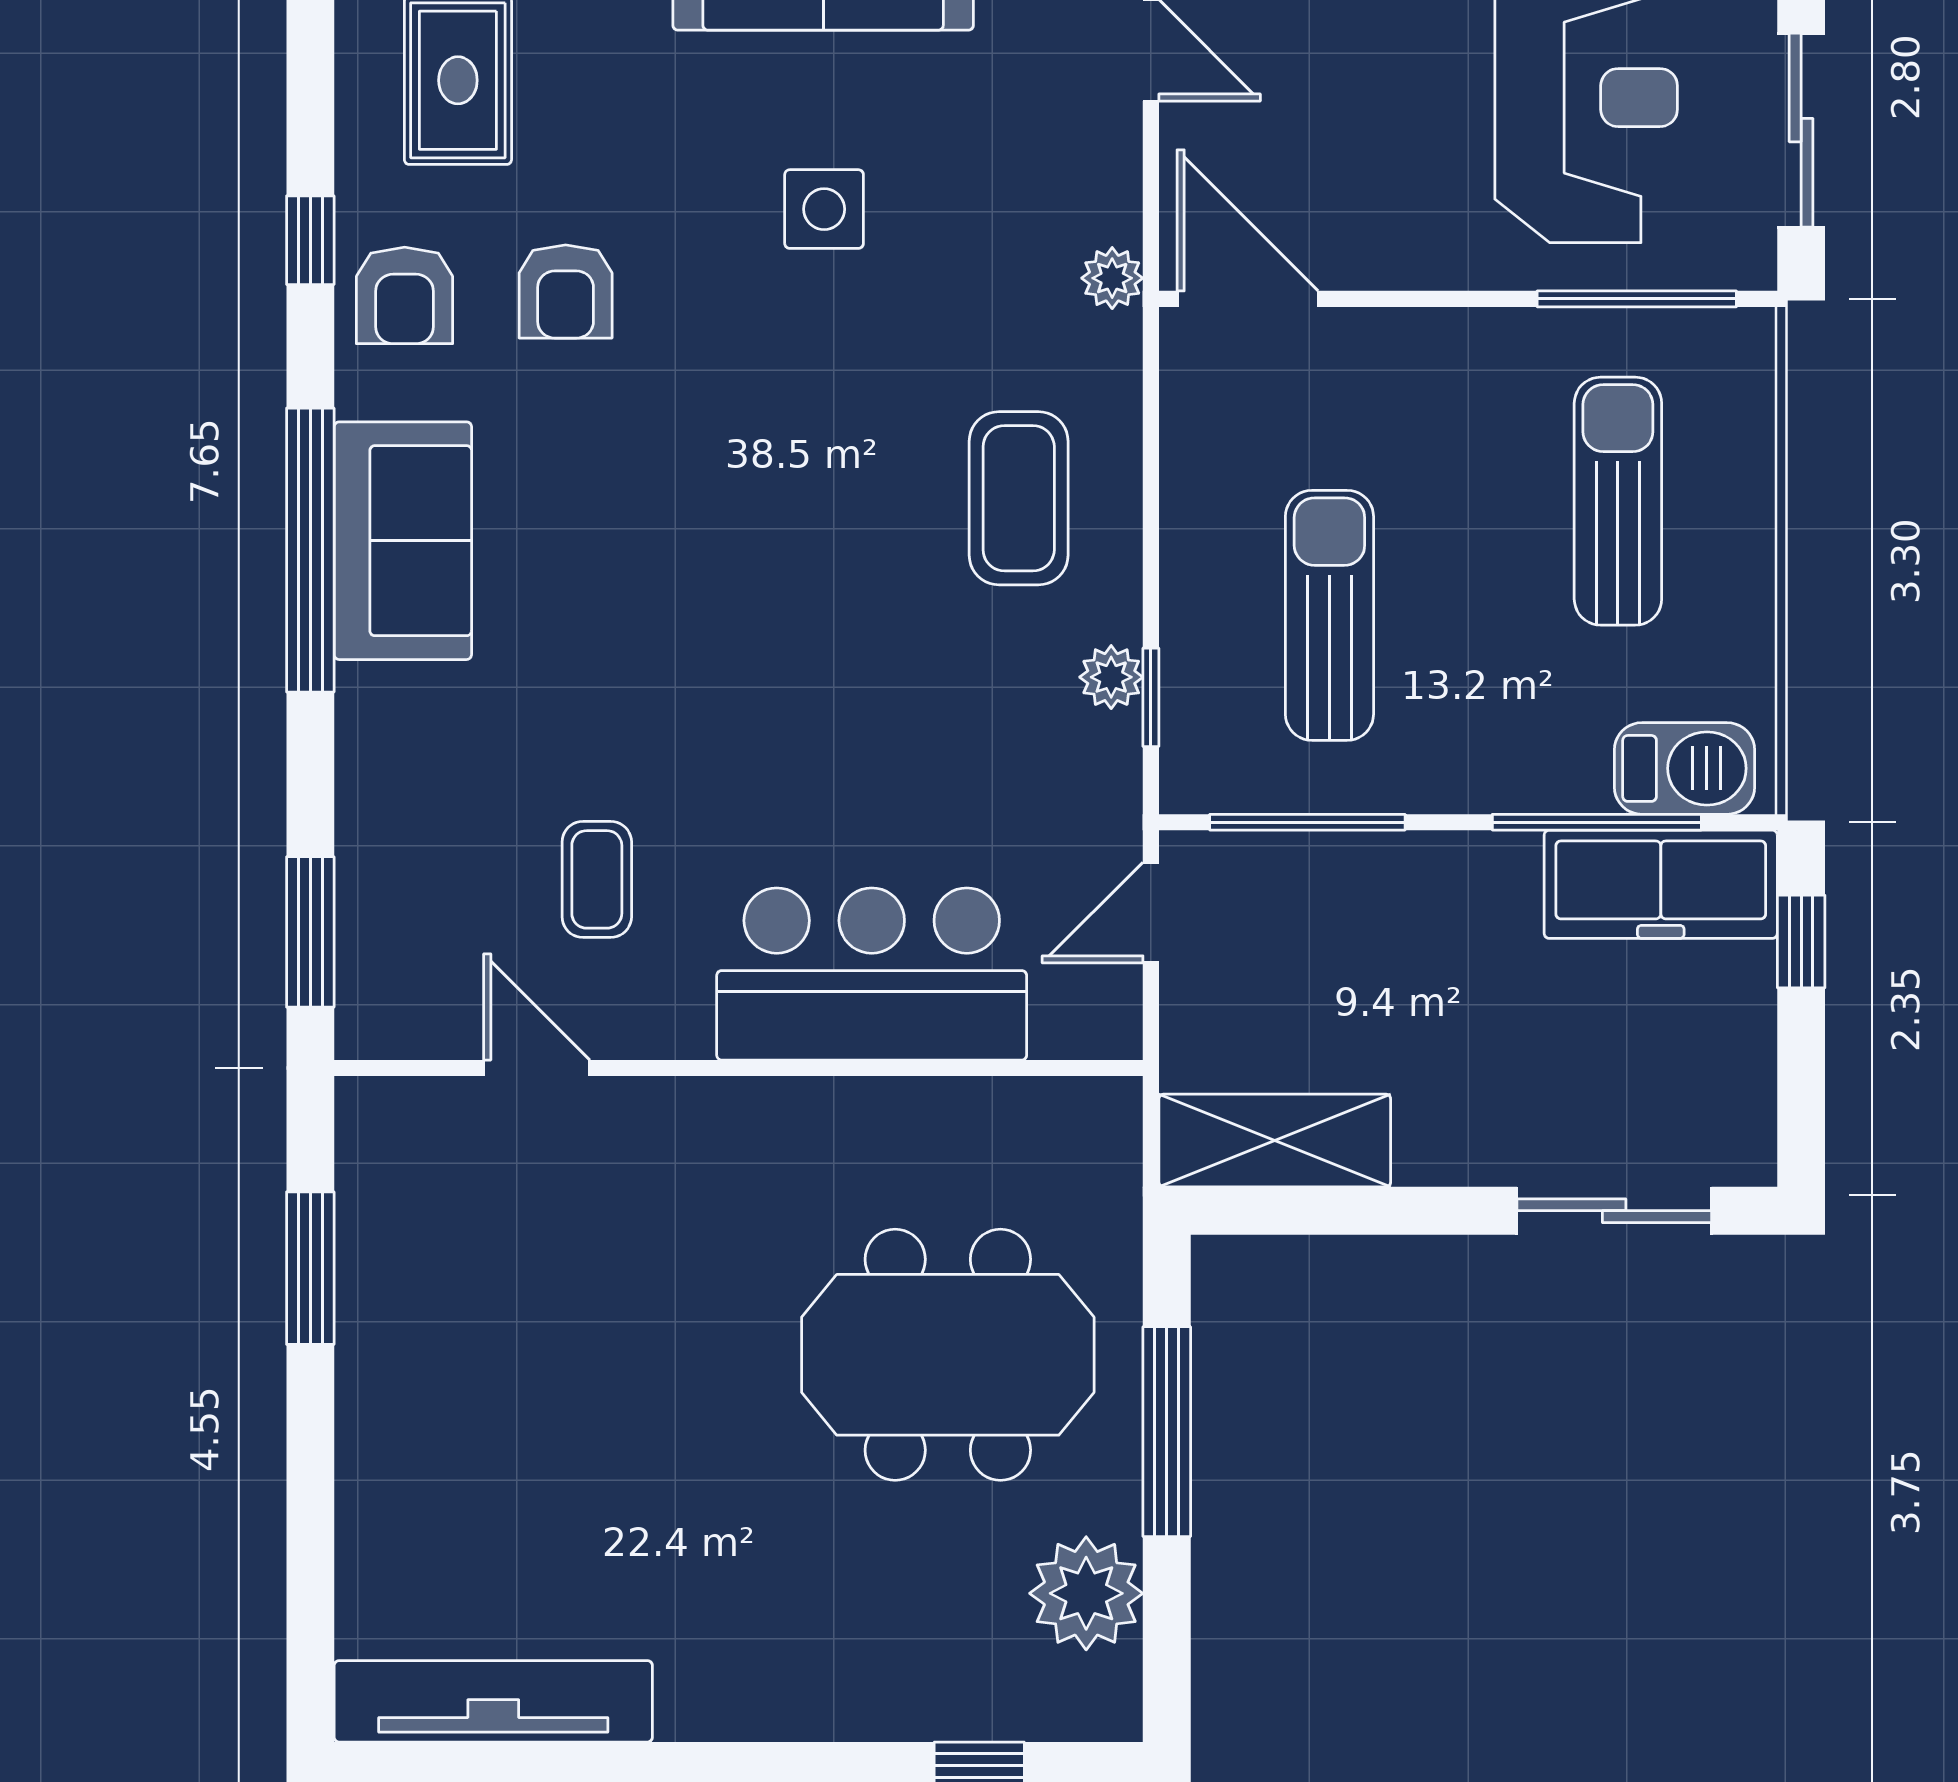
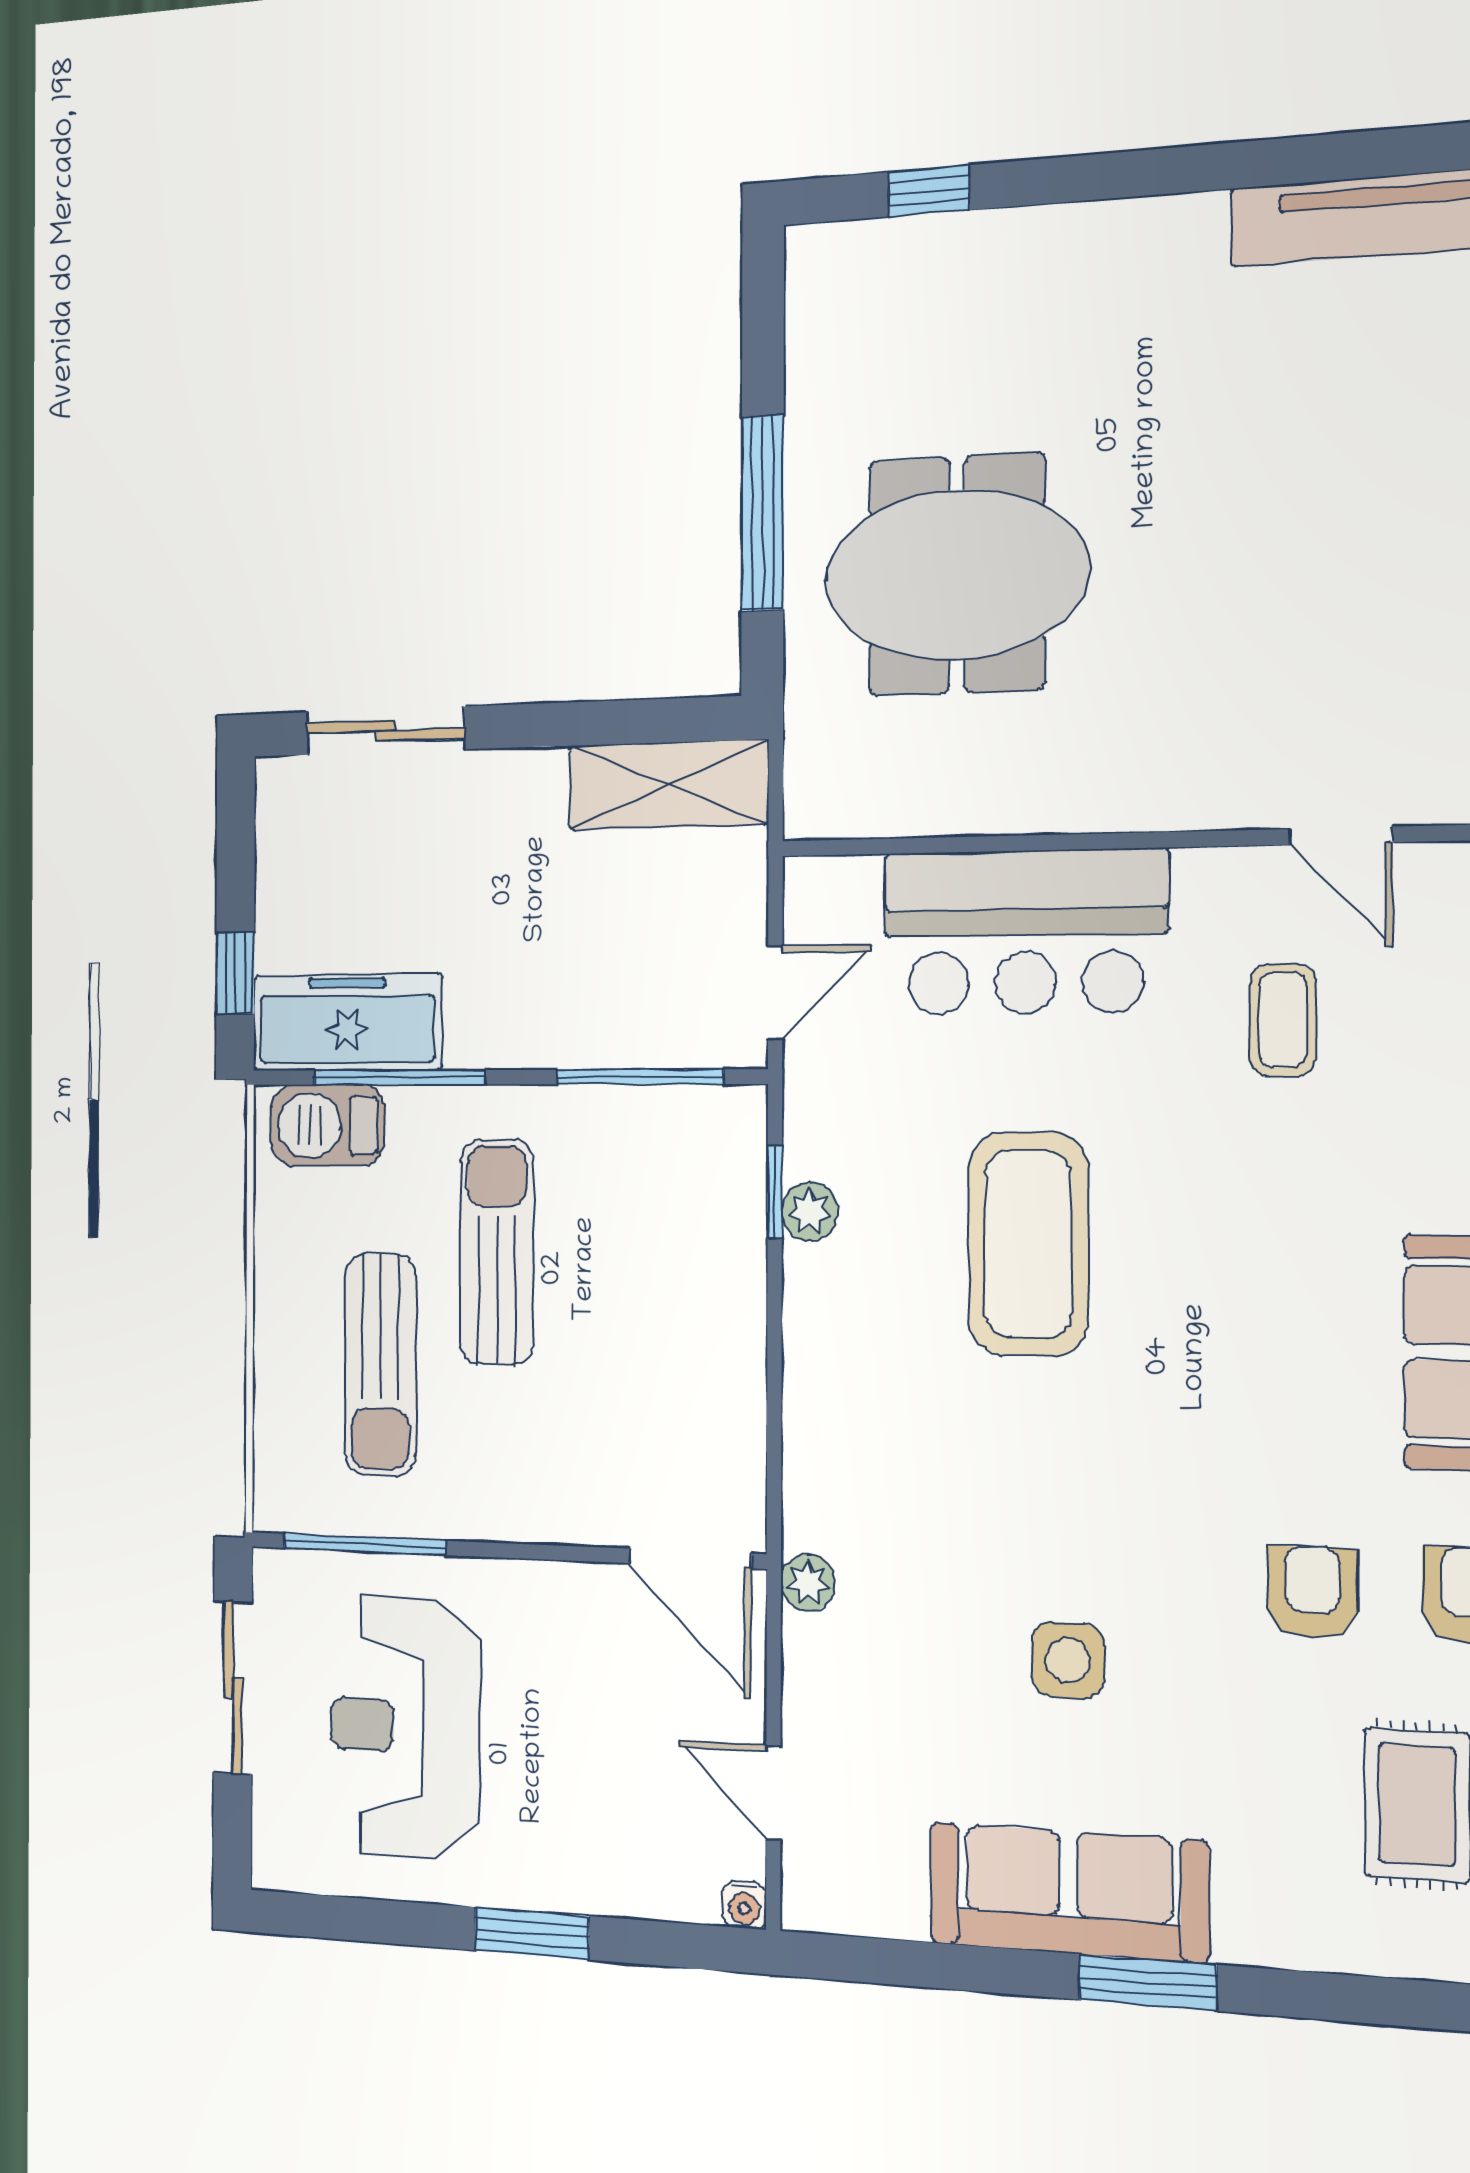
coffee table: (1019, 498) -> (1028, 1244), moved, width x1.36, depth x1.32
sun lounger: (1329, 615) -> (497, 1252), moved, turned 180
plant: (1086, 1593) -> (833, 359), removed

